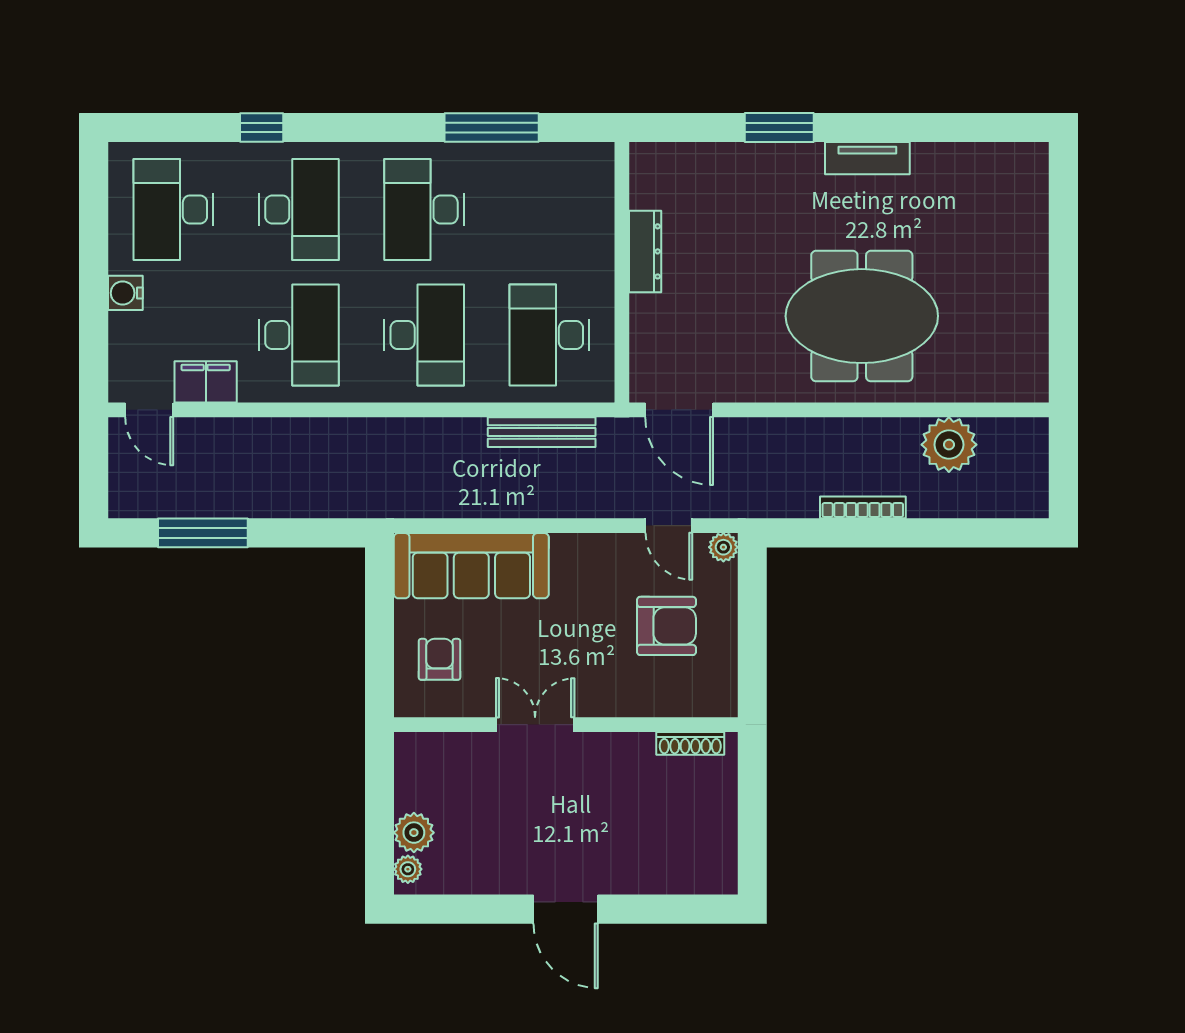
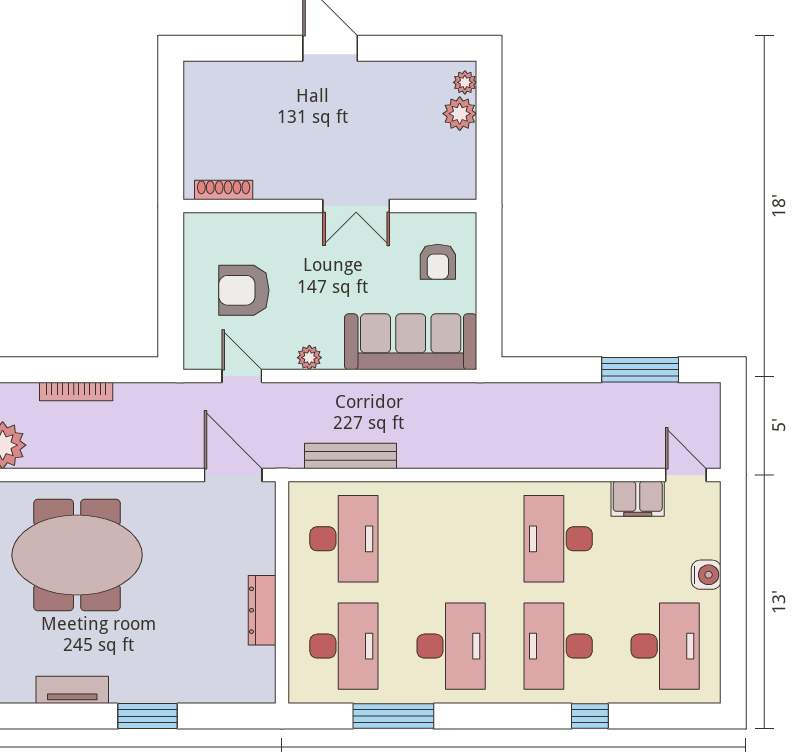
desk: (424, 335) -> (344, 646), moved, turned 180
plant: (723, 547) -> (309, 358), moved

